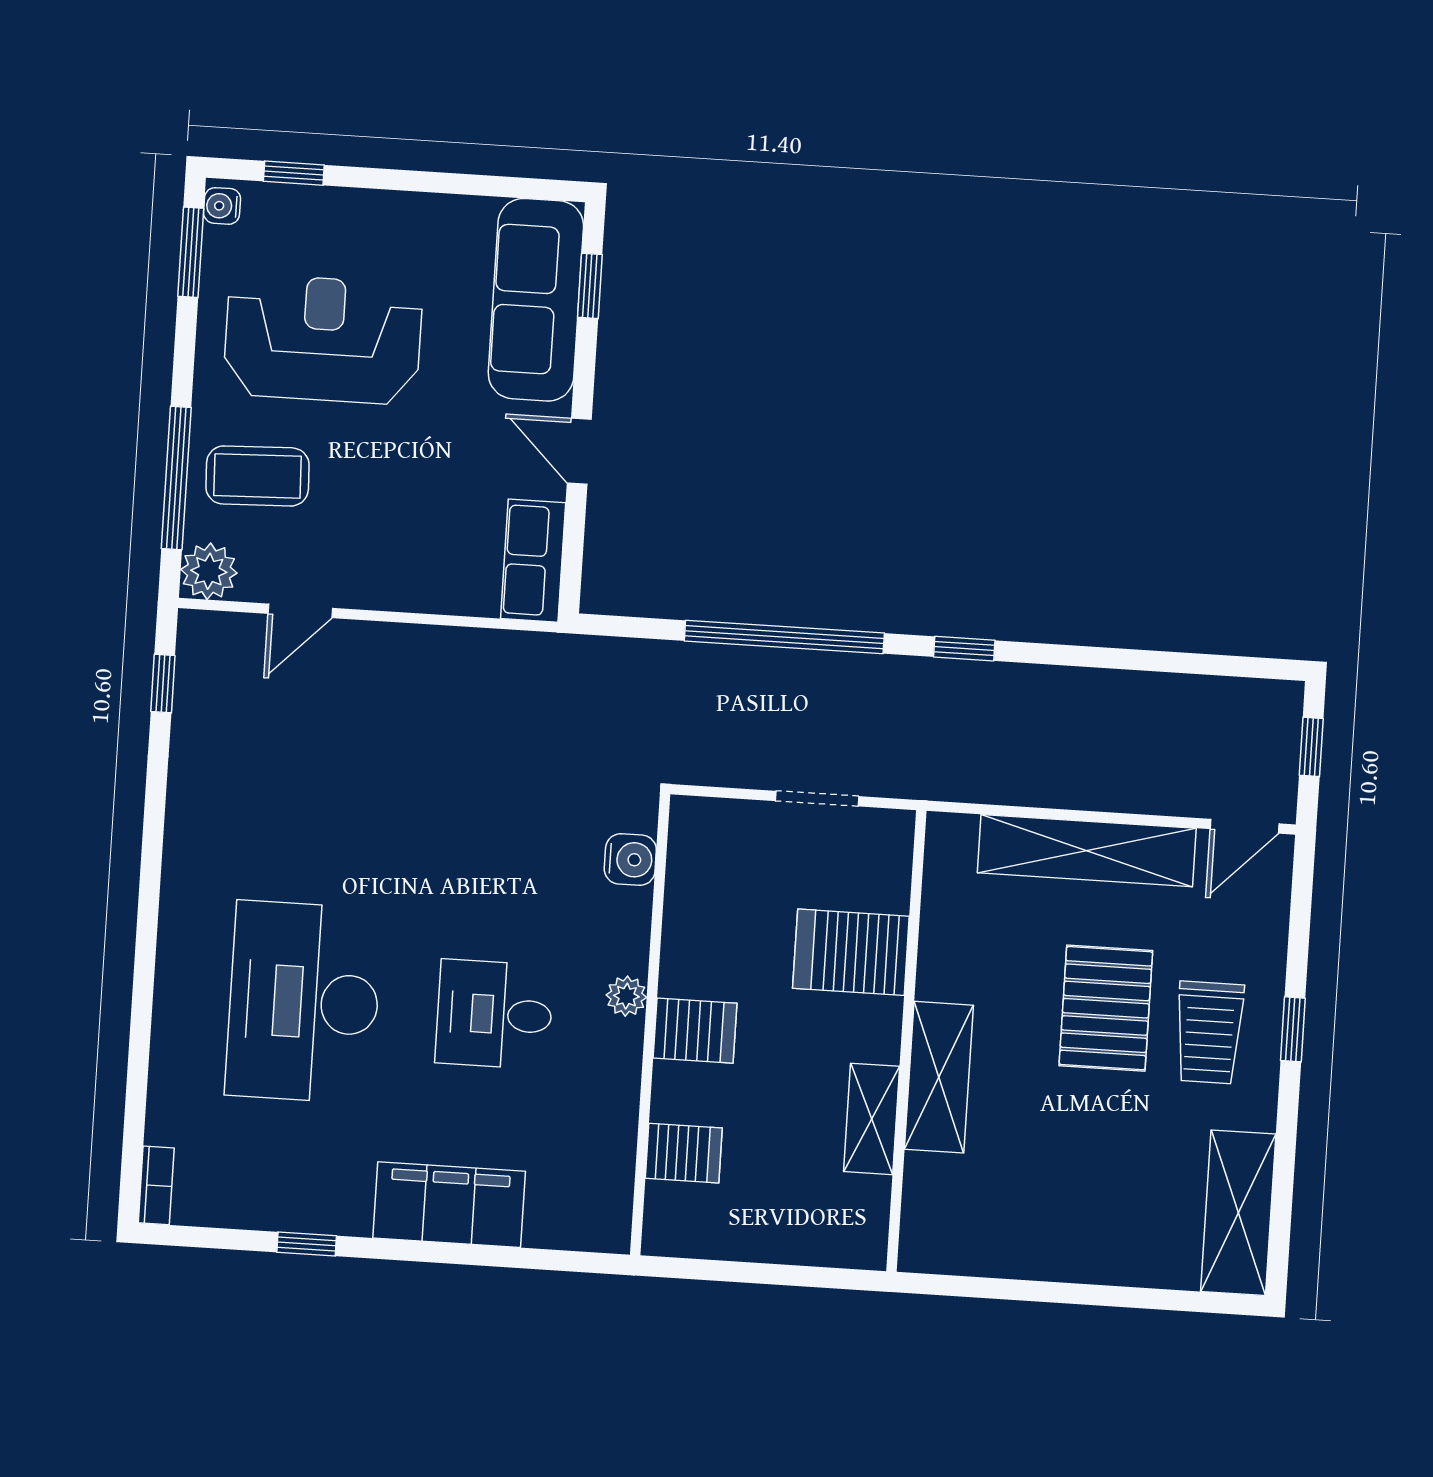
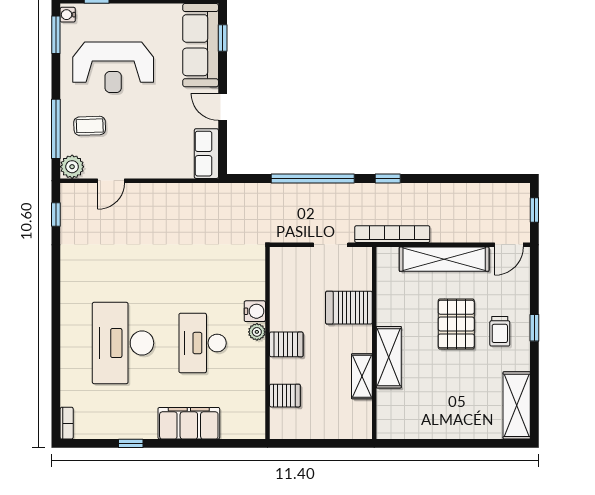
reception desk: (323, 339) -> (113, 67), turned 180
coffee table: (257, 476) -> (90, 126), width x0.73, depth x0.77
bookcase: (966, 783) -> (392, 234), added
water cooler: (630, 860) -> (255, 311), moved
desk: (494, 1014) -> (203, 343), width x1.37
trolley: (1209, 1033) -> (500, 331), width x0.73, depth x0.72

